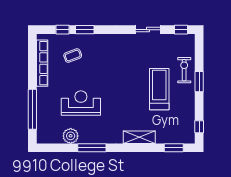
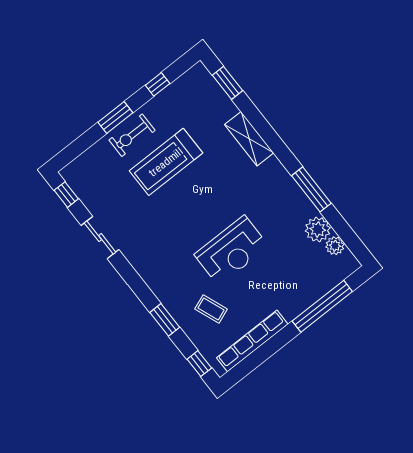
window: (63, 30) -> (199, 364), moved
exercise bike: (184, 70) -> (132, 135), moved
reception desk: (81, 103) -> (231, 250), moved, turned -90
window: (199, 127) -> (158, 84), moved
plant: (56, 138) -> (335, 246), added

